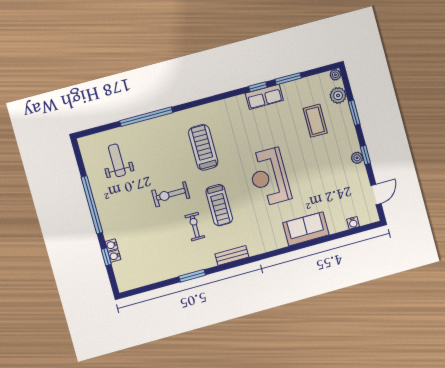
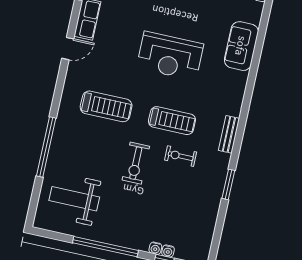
window: (258, 87) -> (74, 20), removed
door: (233, 93) -> (68, 49), added
treadmill: (203, 147) -> (106, 106), turned 180
weight bench: (117, 160) -> (74, 199), width x1.36, depth x1.33

